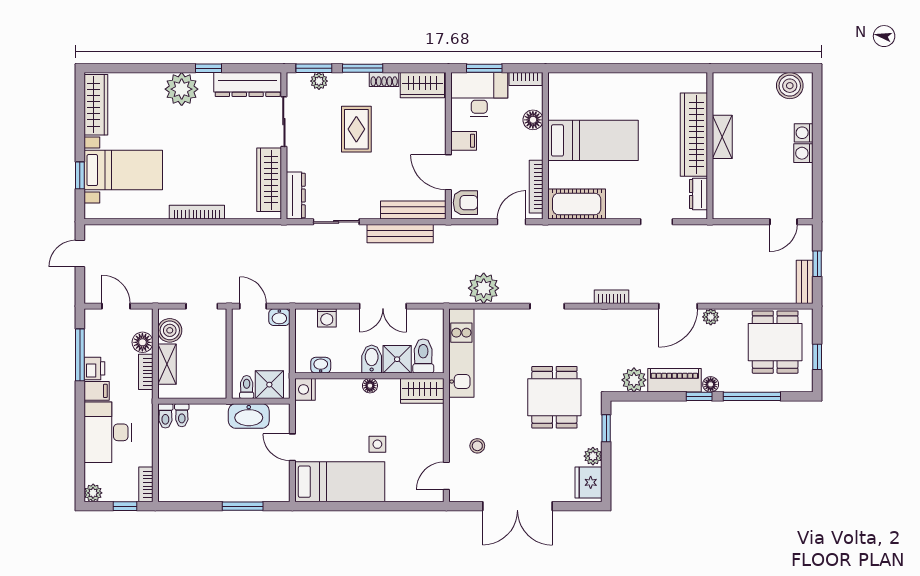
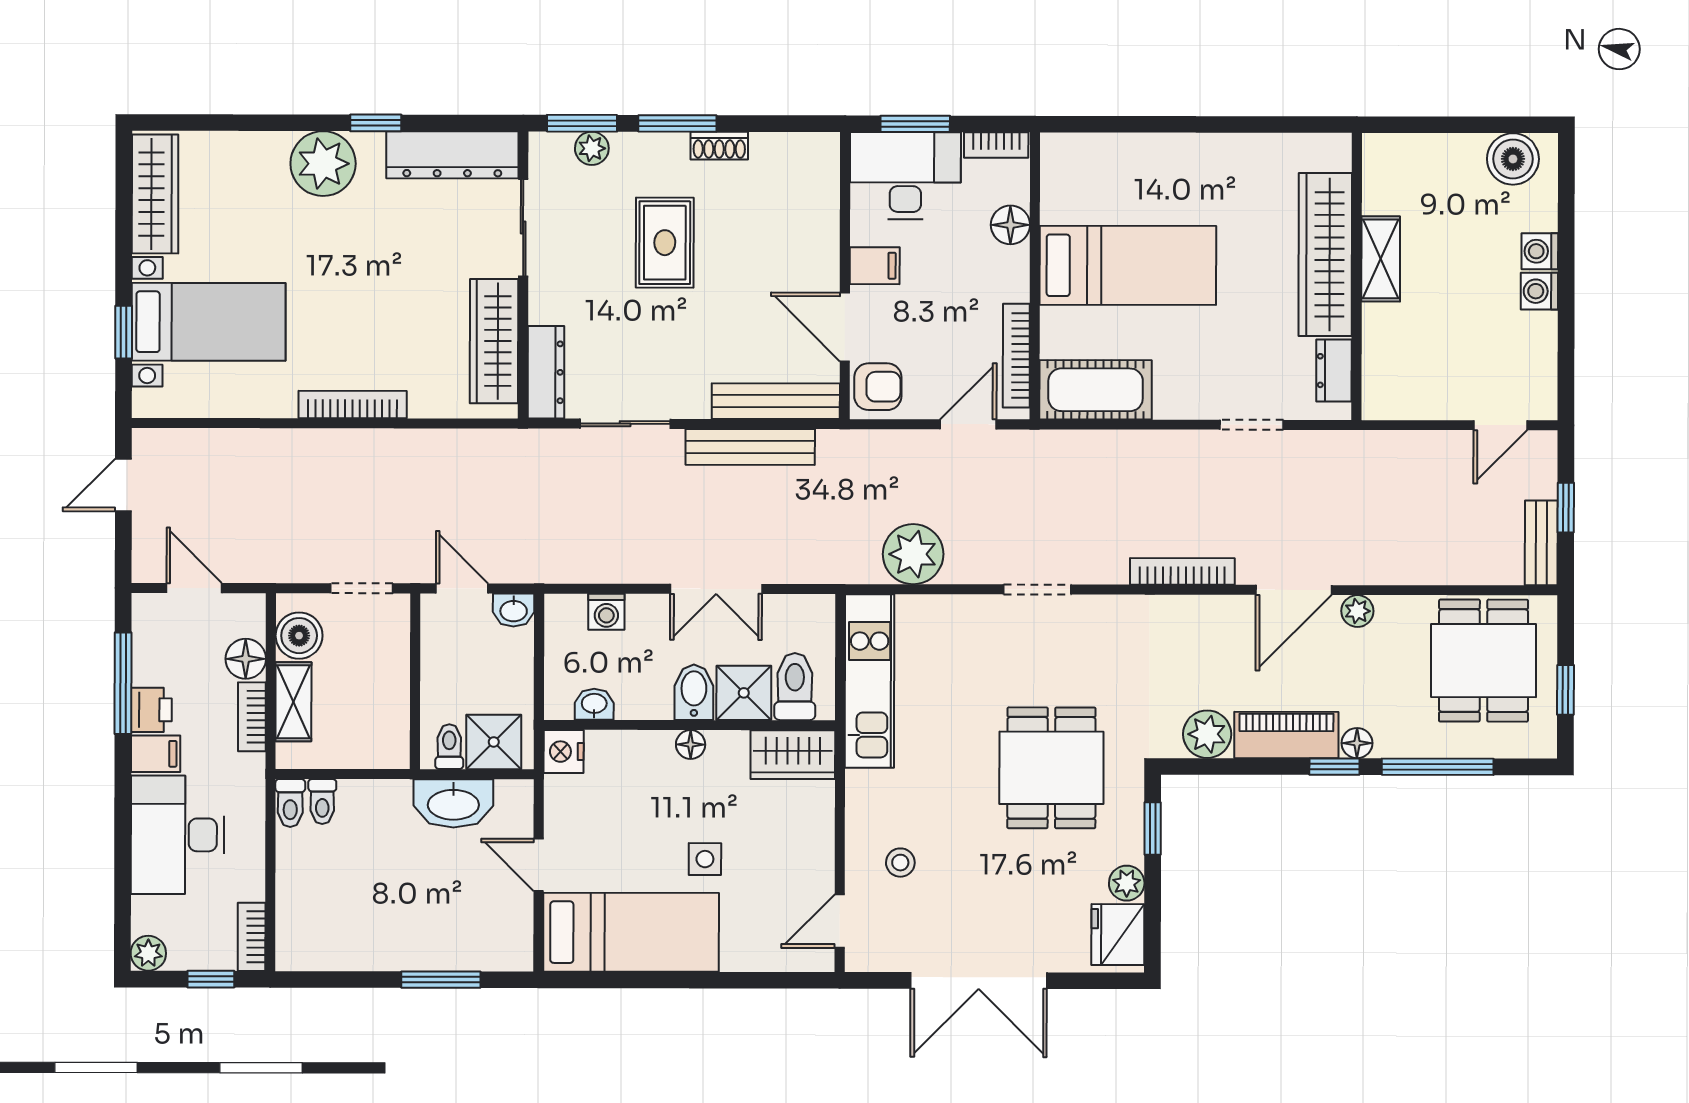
wardrobe: (422, 85) -> (794, 157), removed
bookcase: (612, 297) -> (1182, 571), width x1.56

